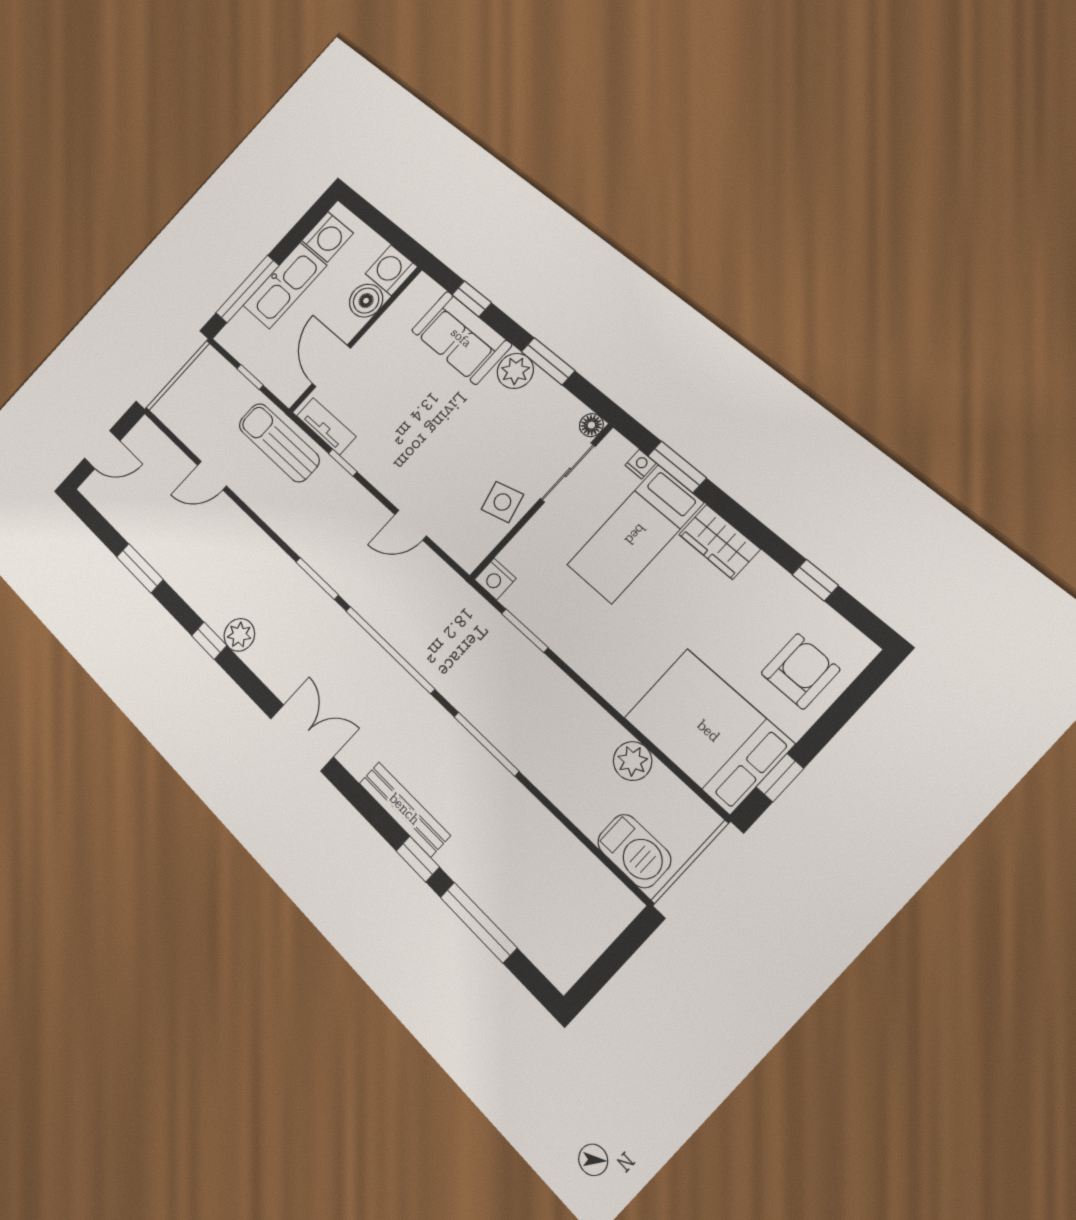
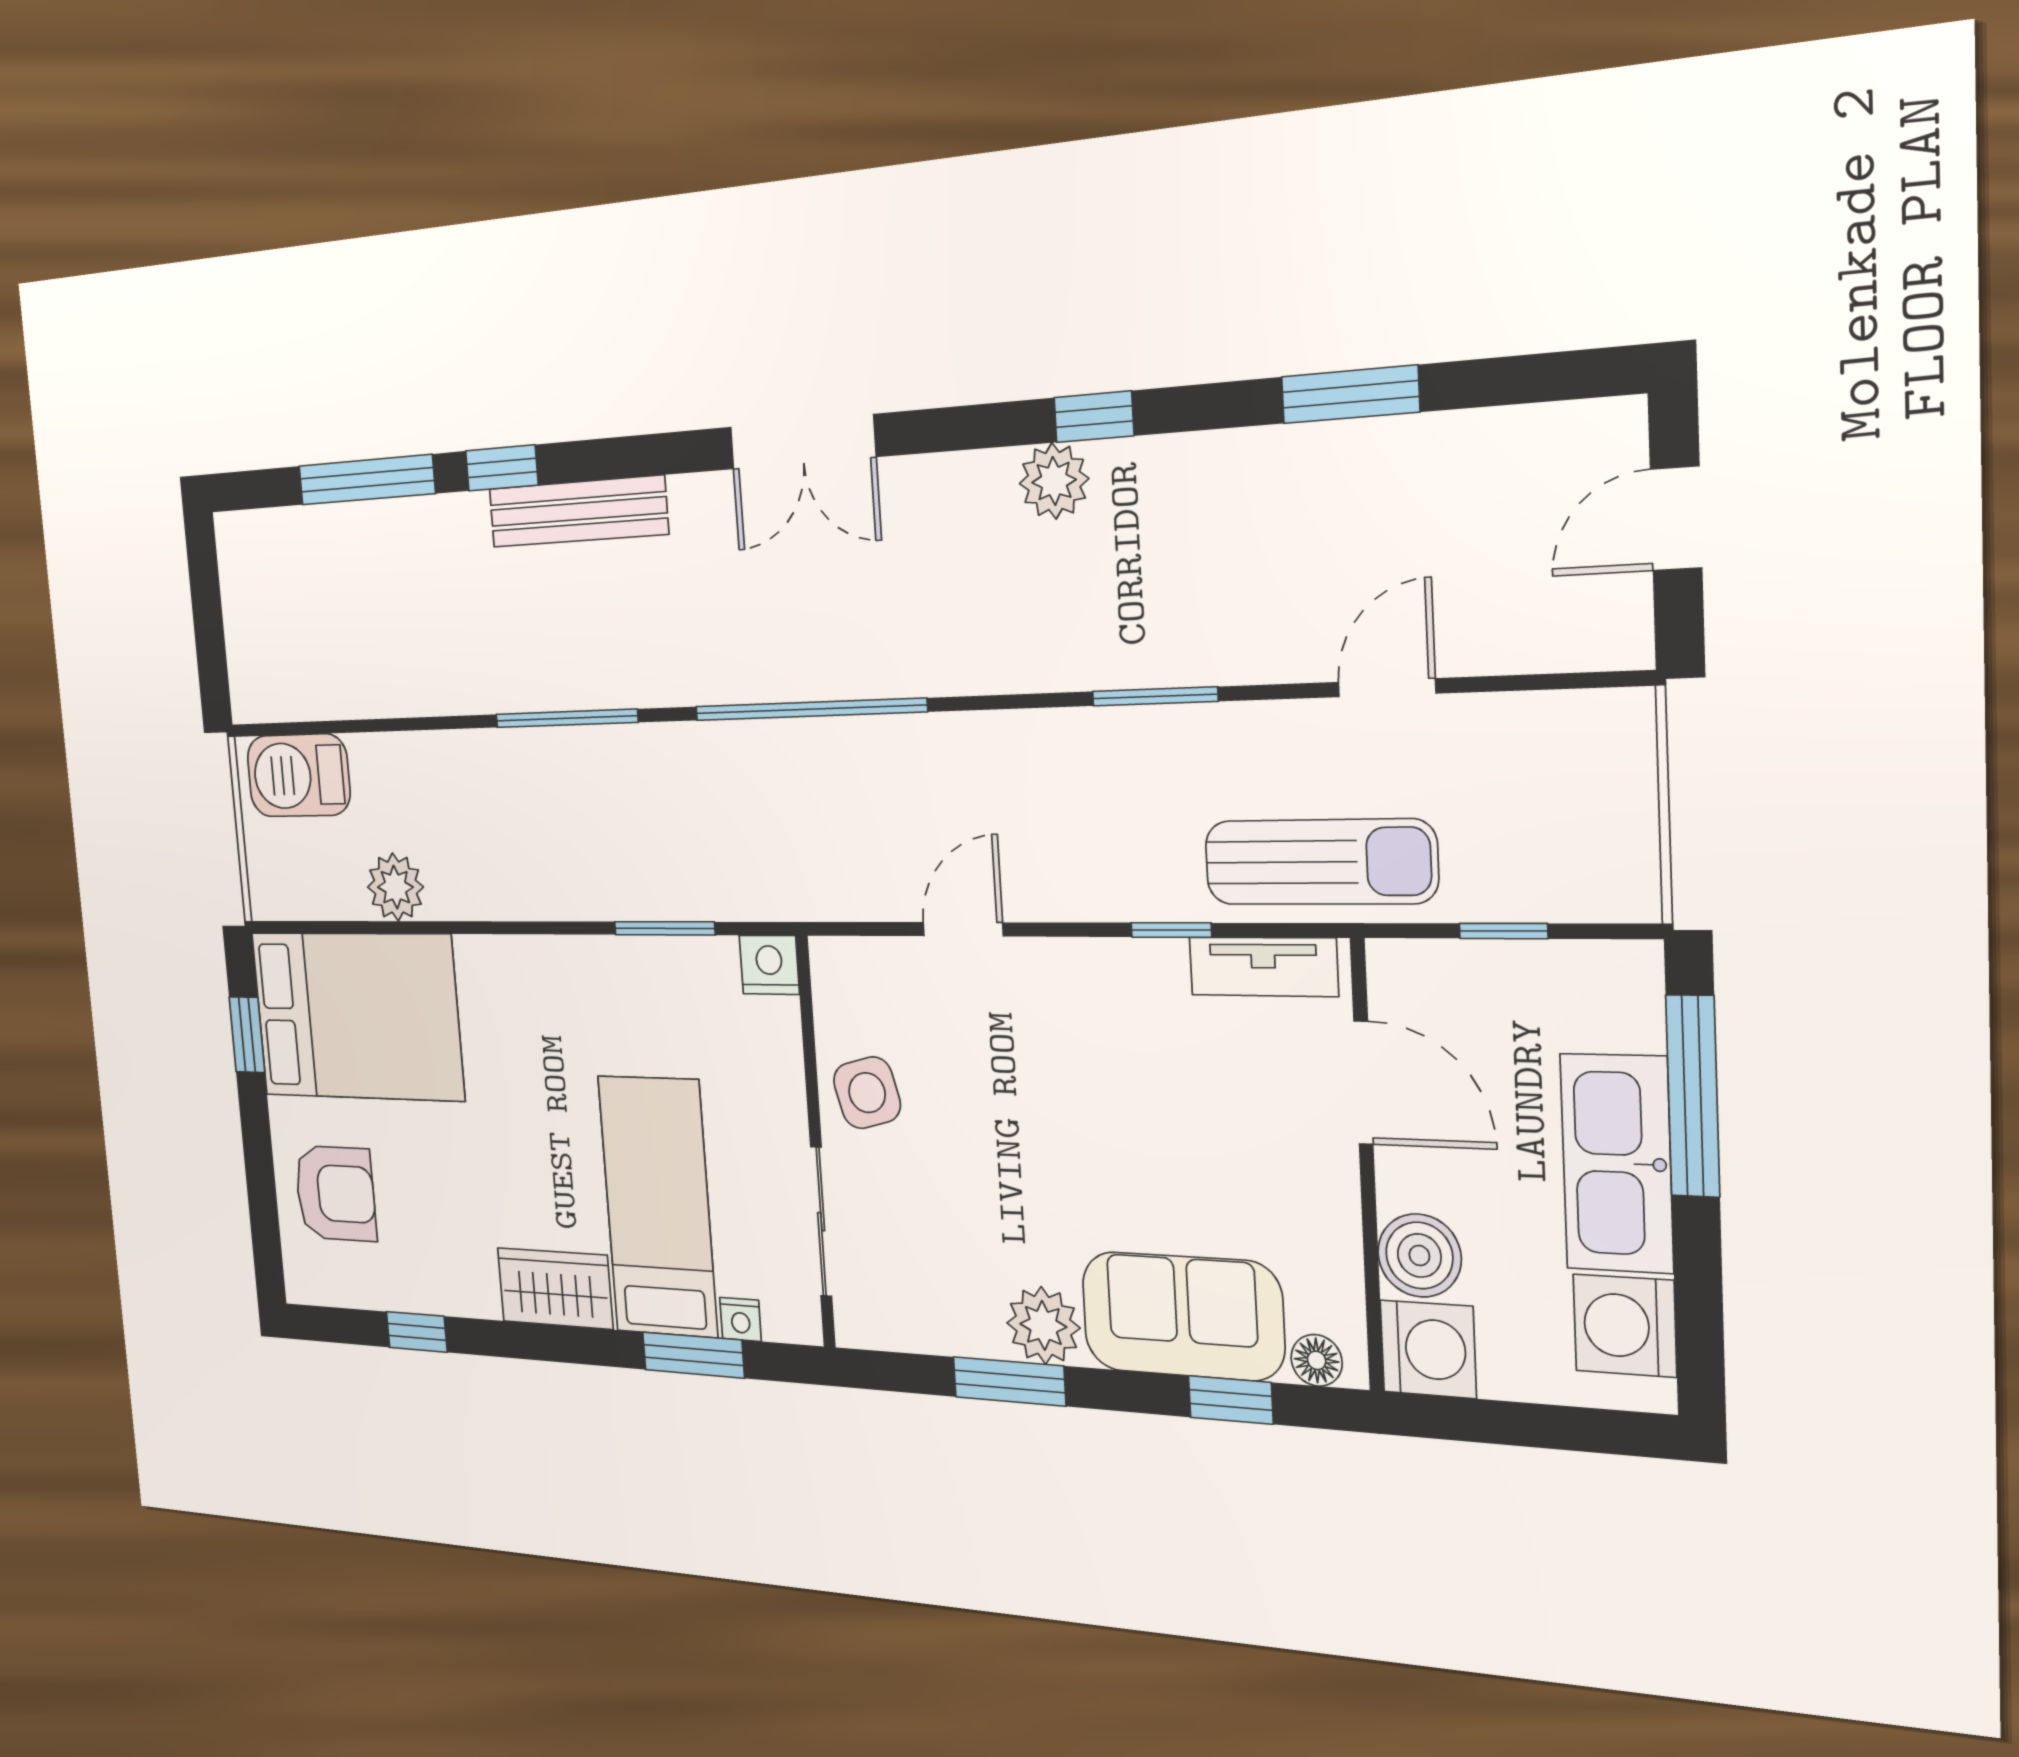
floor lamp: (591, 425) -> (1317, 1360), moved
window: (317, 578) -> (1155, 696), moved
armchair: (800, 671) -> (335, 1193), turned -90

